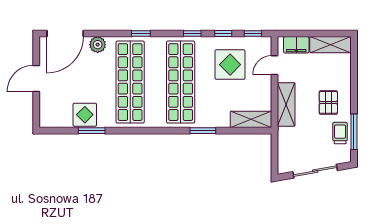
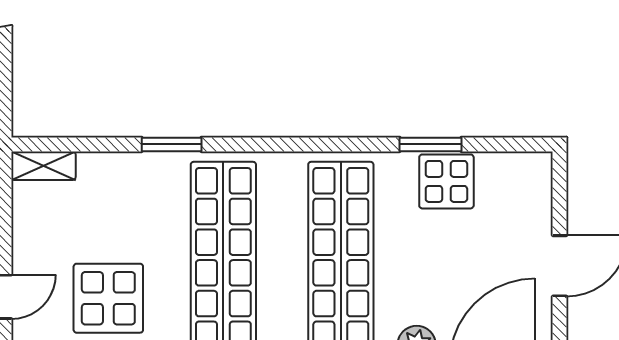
shelving: (251, 119) -> (44, 166), width x0.67, depth x0.75

